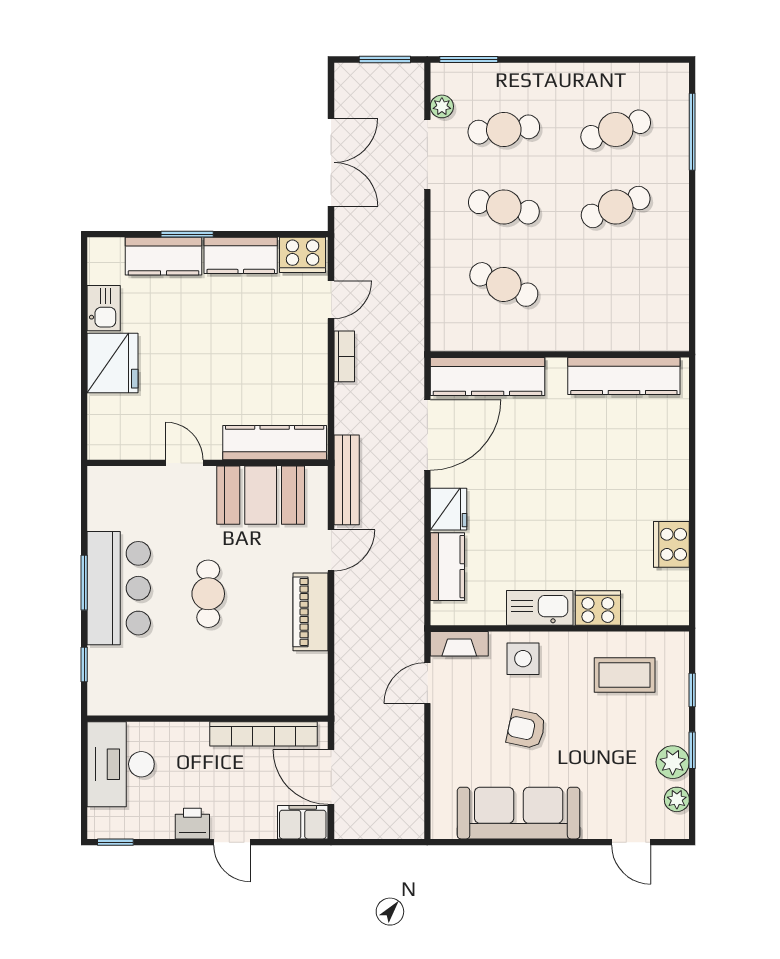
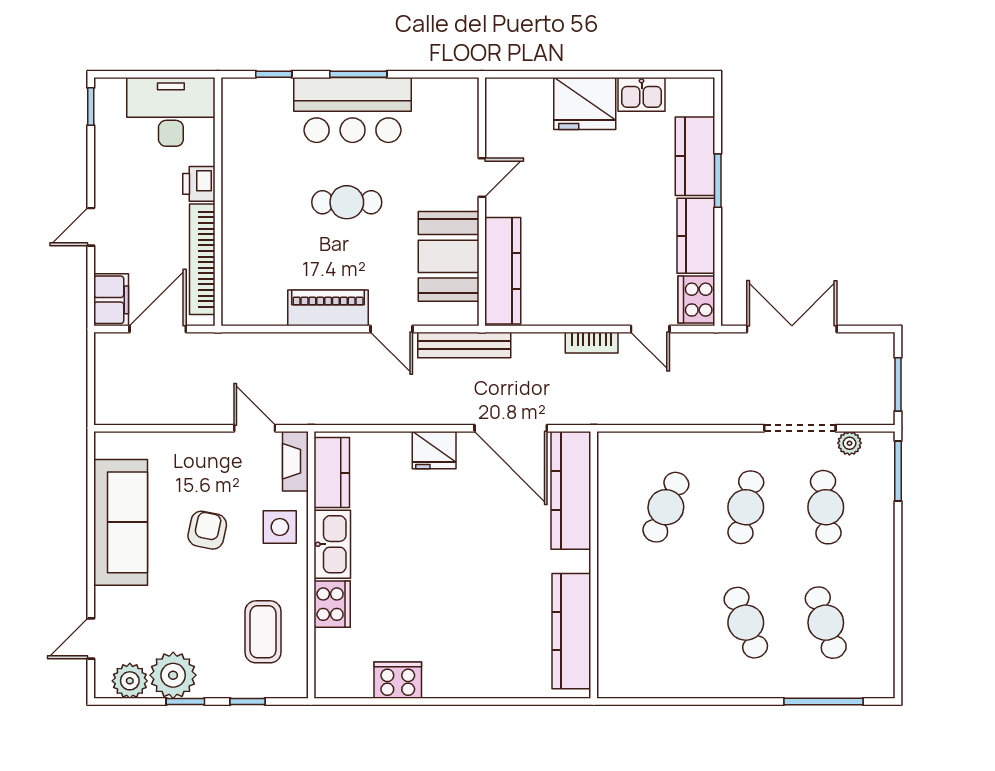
double door: (331, 162) -> (792, 329), swing flipped
kitchen counter: (447, 567) -> (332, 473), moved, turned -90
plant: (673, 762) -> (173, 675), width x1.36, depth x1.36
plant: (677, 799) -> (130, 681), width x1.38, depth x1.38
printer: (192, 824) -> (199, 184), moved, turned 180

